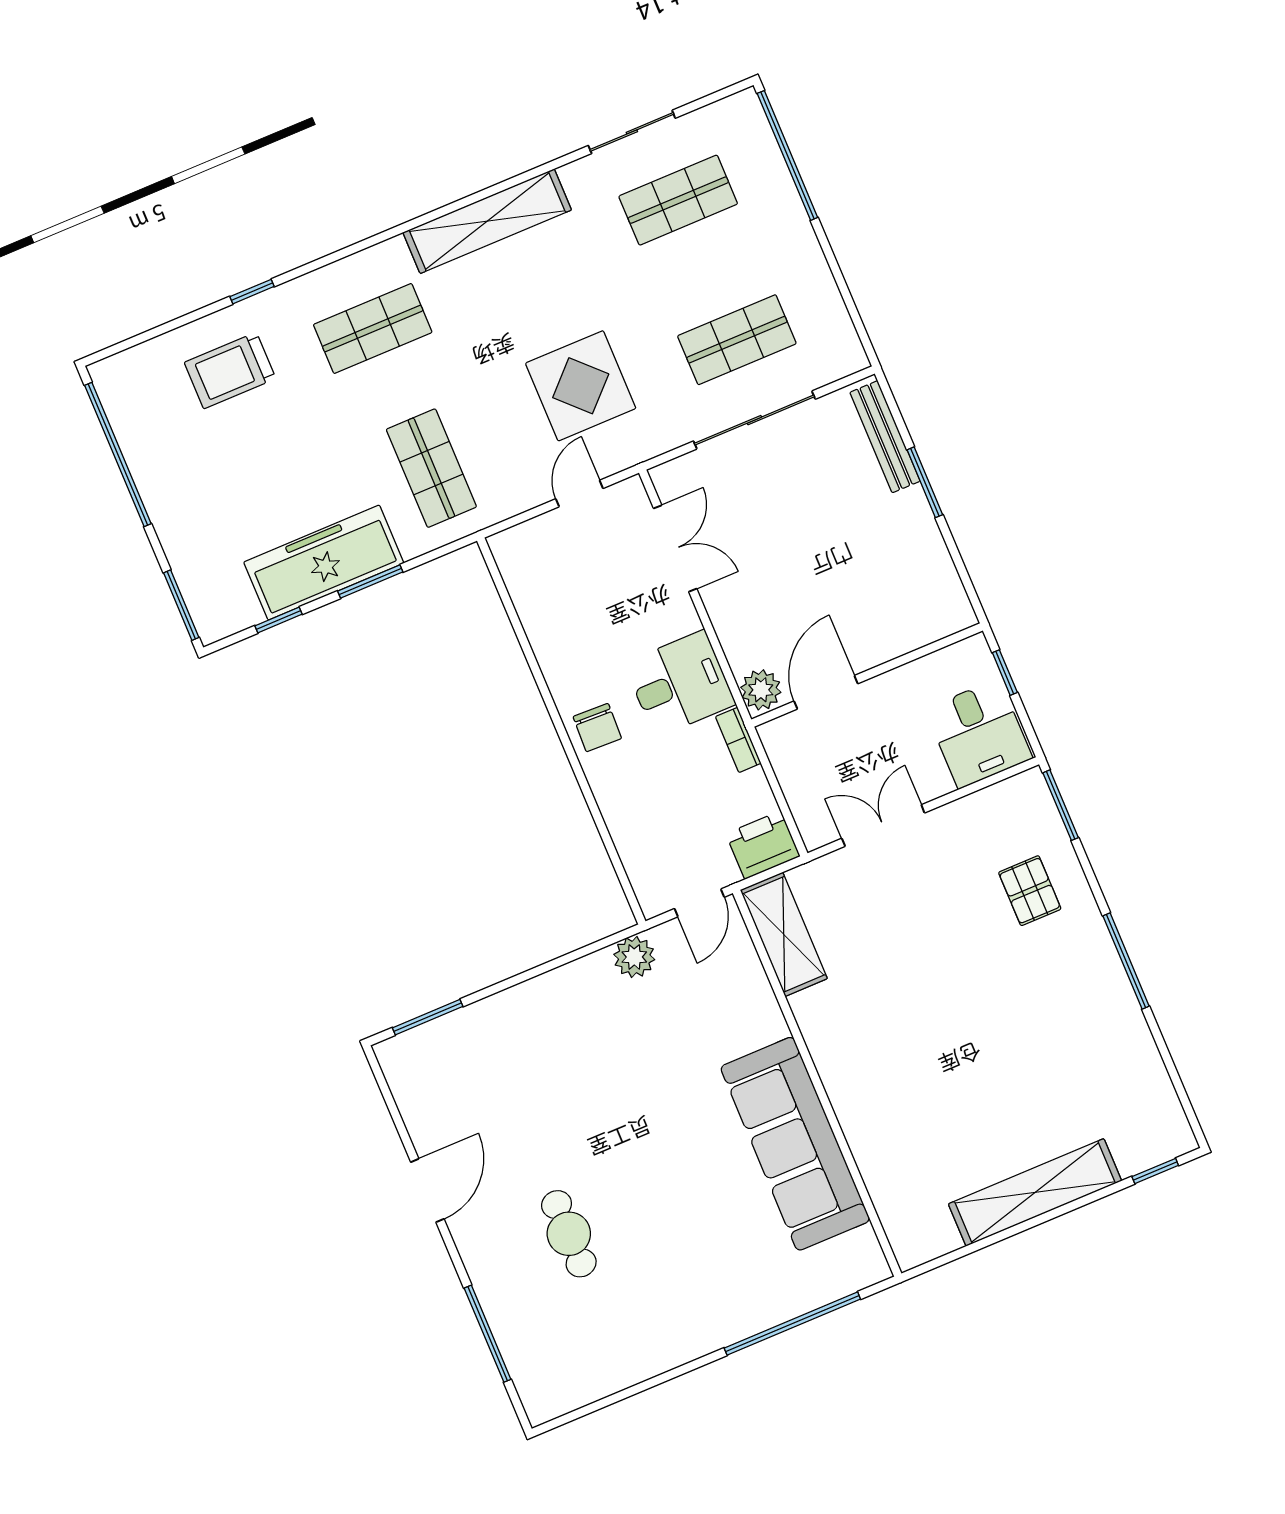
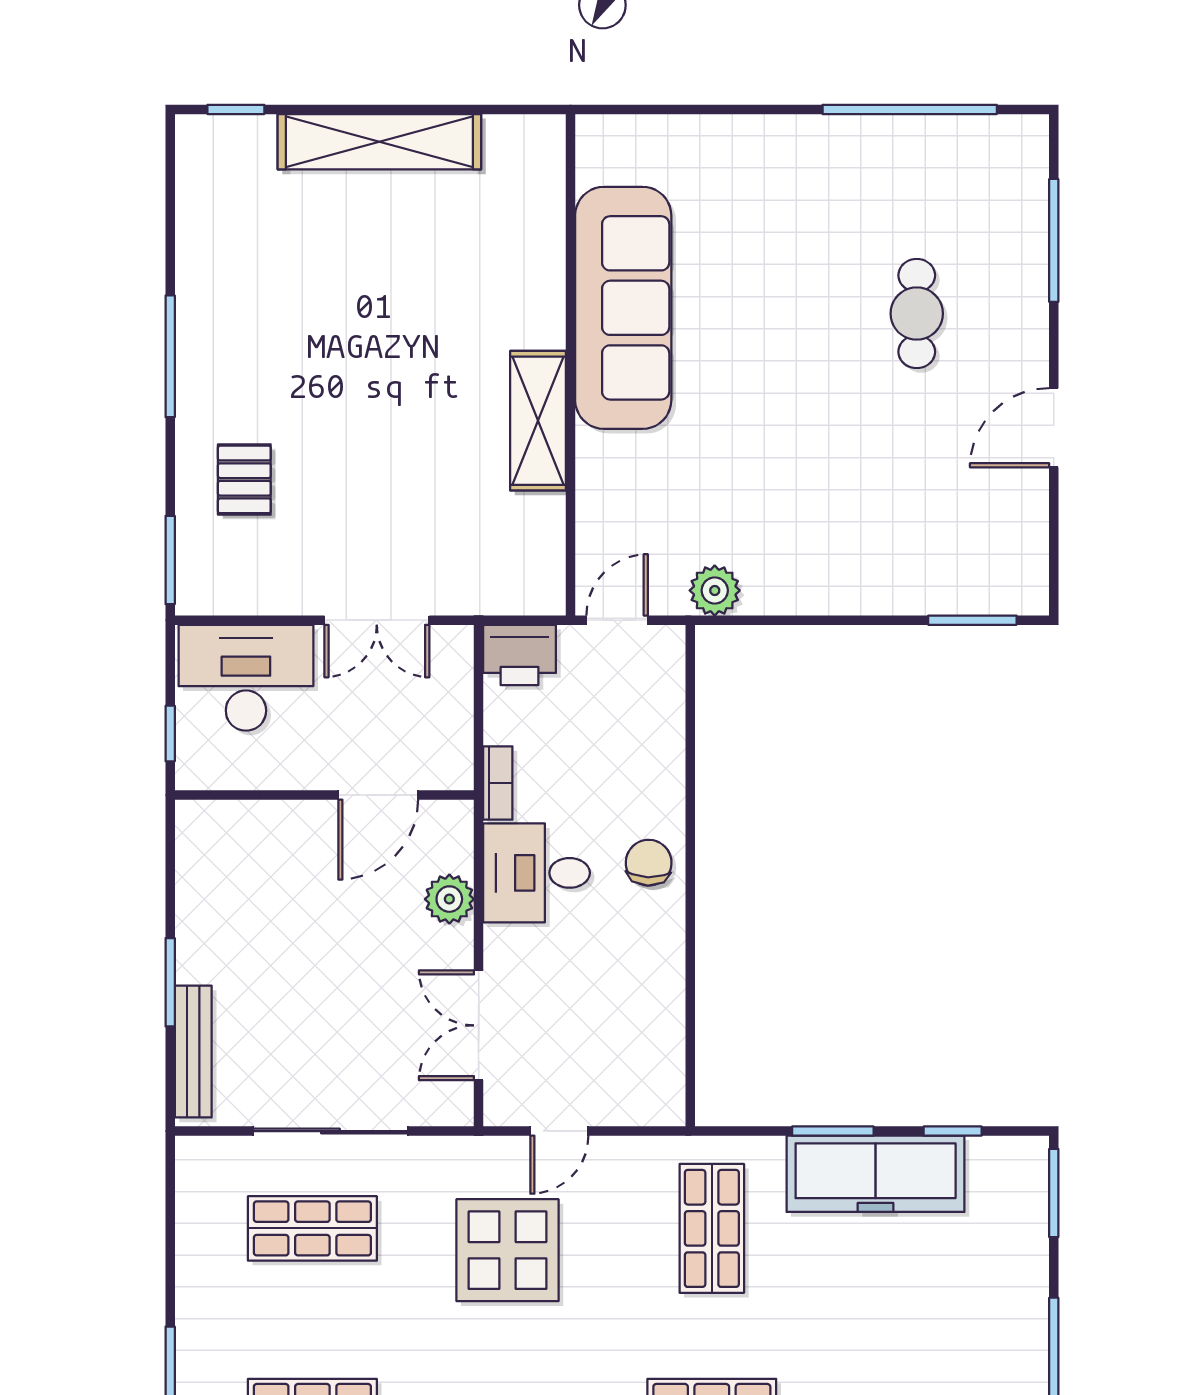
plant: (761, 690) -> (449, 899), moved
desk: (979, 734) -> (246, 678), width x1.37
shelving: (784, 934) -> (538, 421), moved
window: (792, 1324) -> (910, 109), moved

